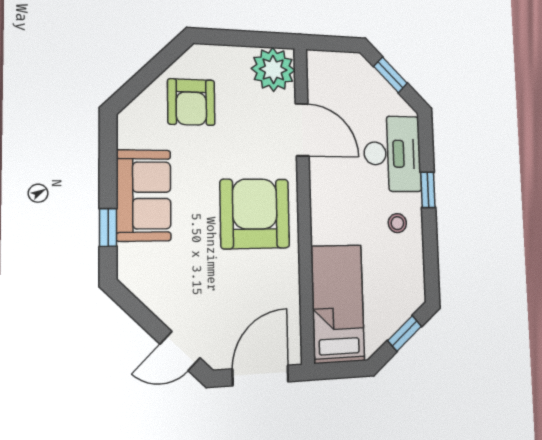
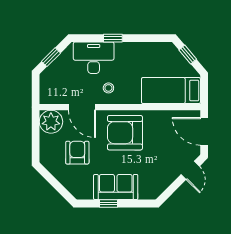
armchair: (191, 102) -> (77, 153), moved, turned -90
door: (302, 130) -> (82, 107), swing flipped
stool: (397, 223) -> (108, 88), moved
window: (108, 227) -> (108, 204), moved

